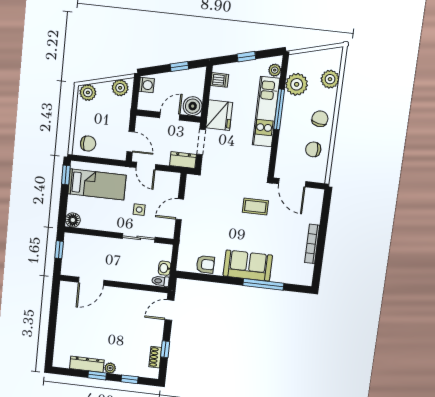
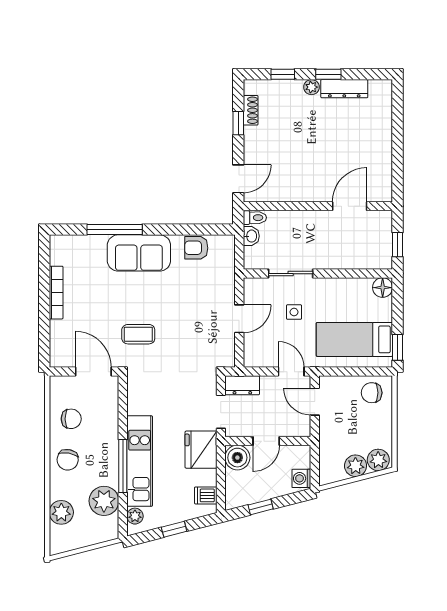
plant: (120, 88) -> (356, 466), moved

